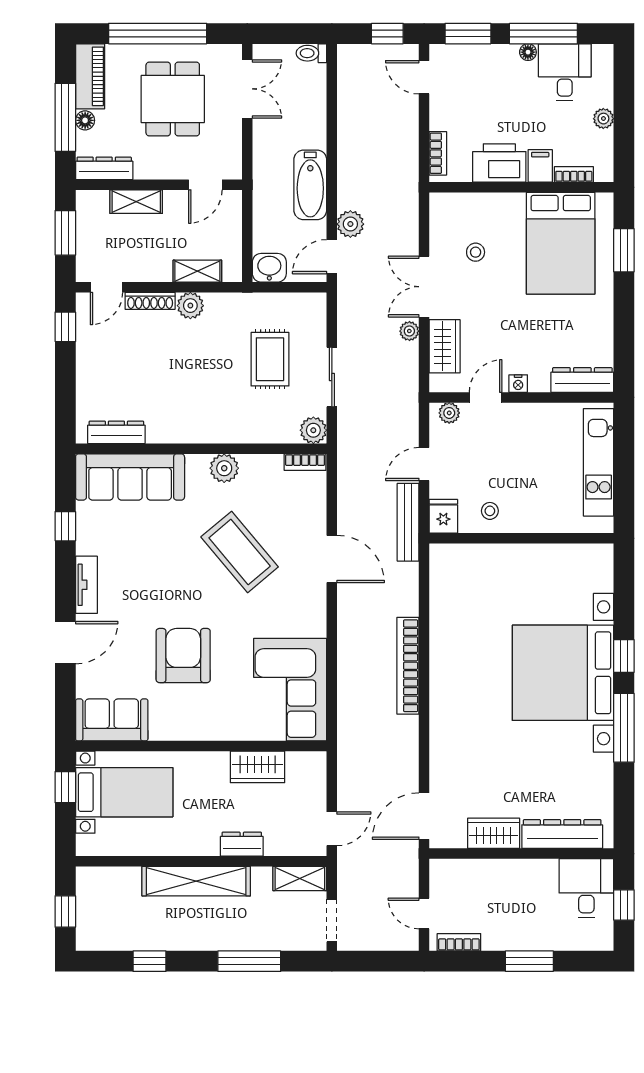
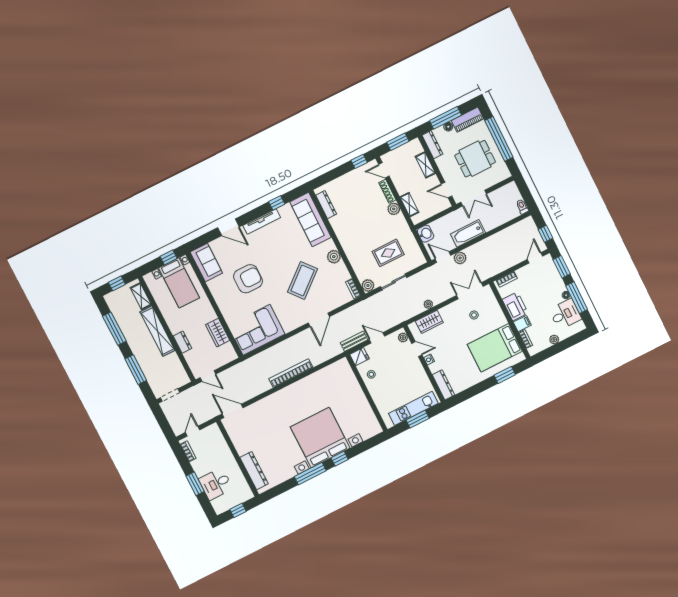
double door: (247, 89) -> (474, 198), moved
double door: (424, 287) -> (470, 291), moved
window: (624, 465) -> (418, 419), added
bench: (408, 522) -> (354, 341), width x0.73
tv unit: (86, 585) -> (262, 222), width x1.41
wardrobe: (494, 833) -> (240, 443), removed
shelving: (300, 879) -> (141, 296), moved
desk: (586, 888) -> (216, 484), moved, turned 180
window: (149, 961) -> (114, 329), width x2.17

